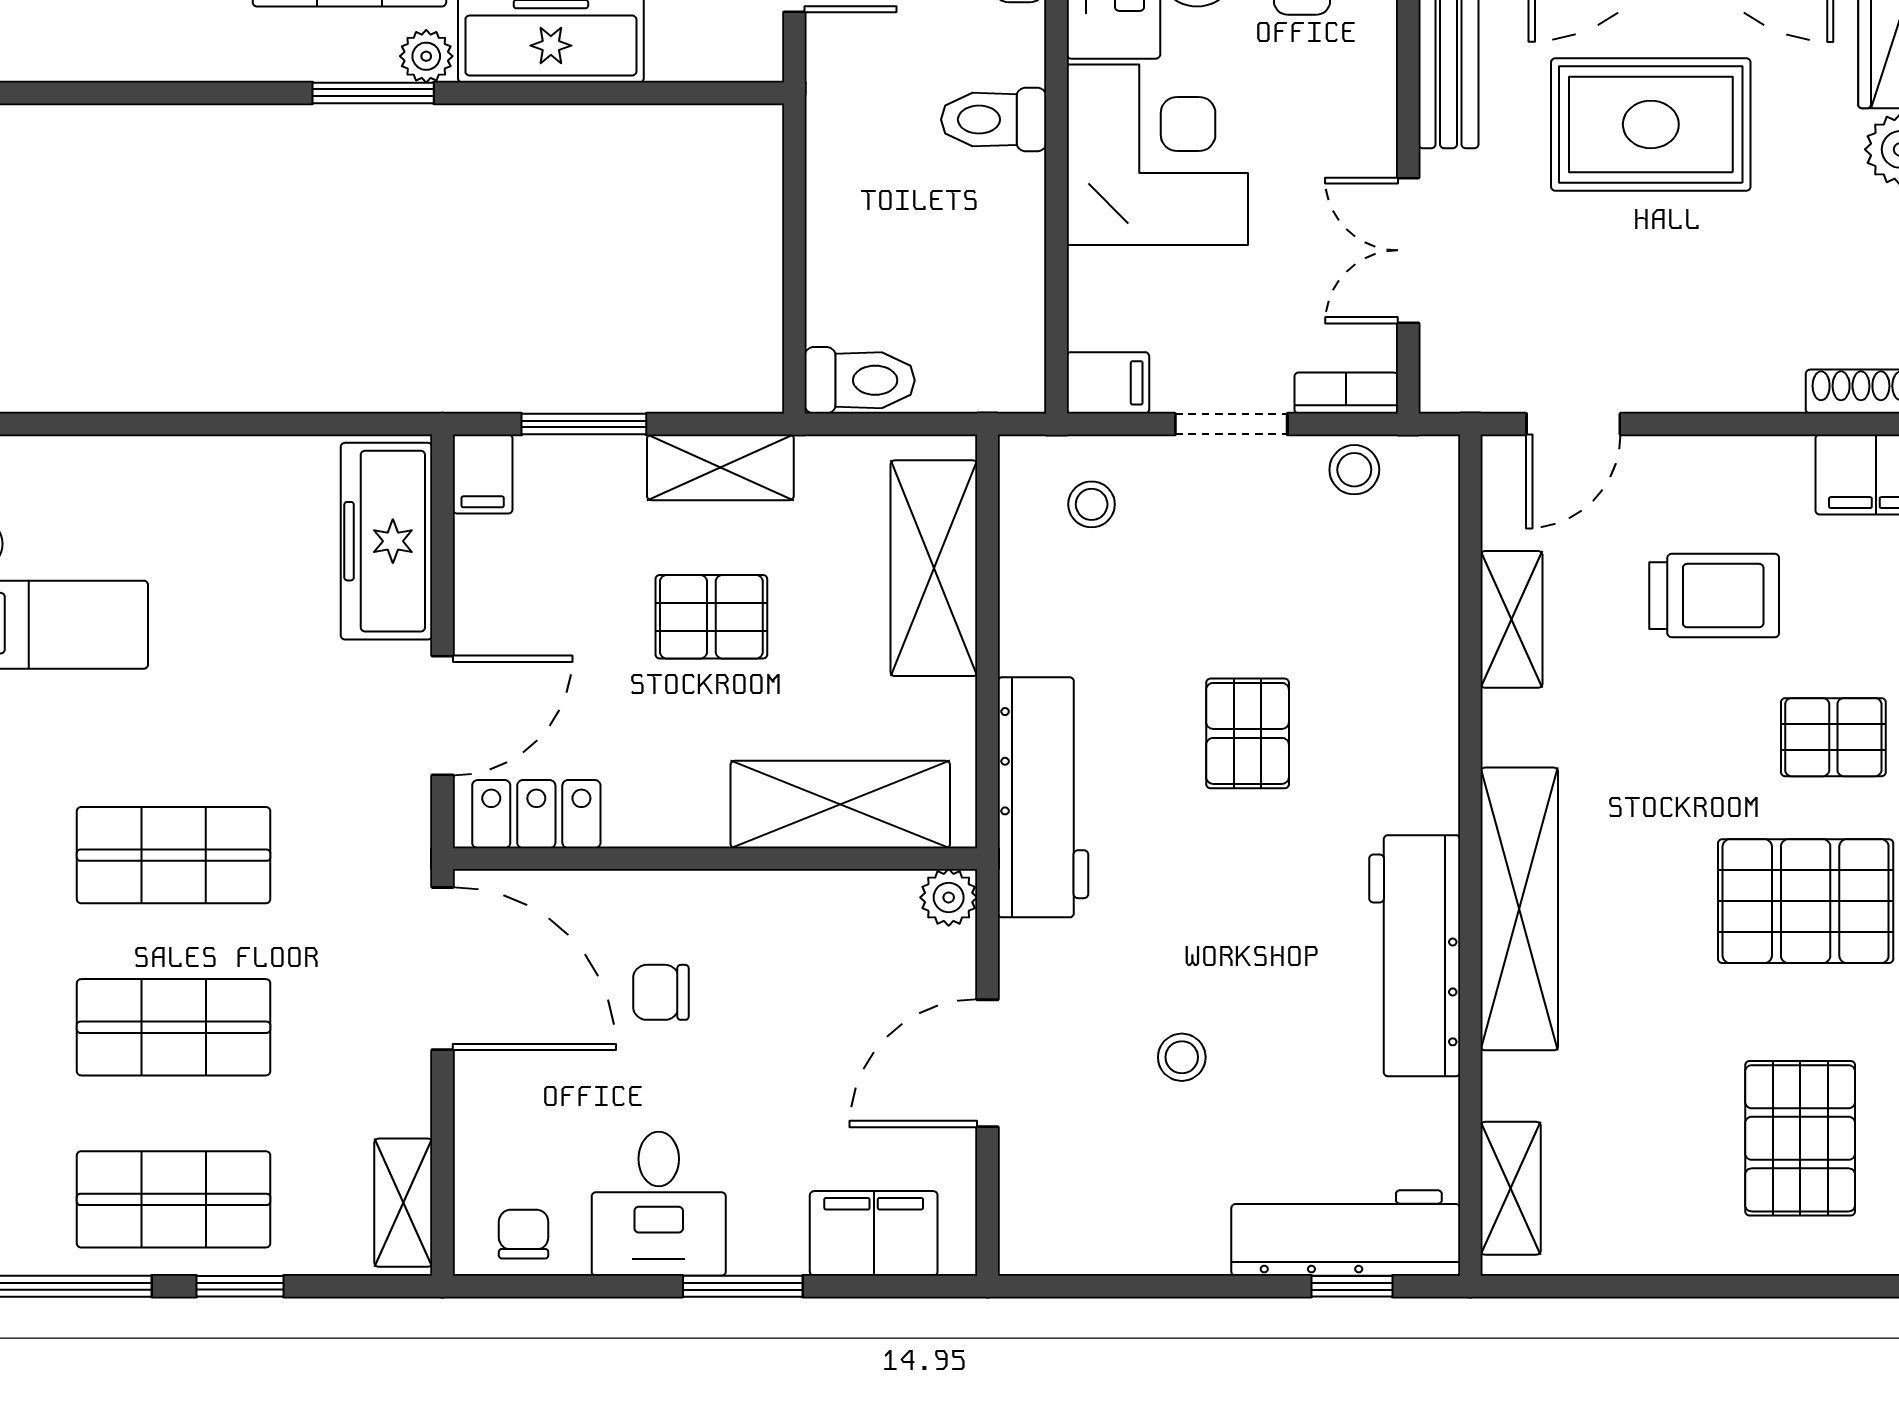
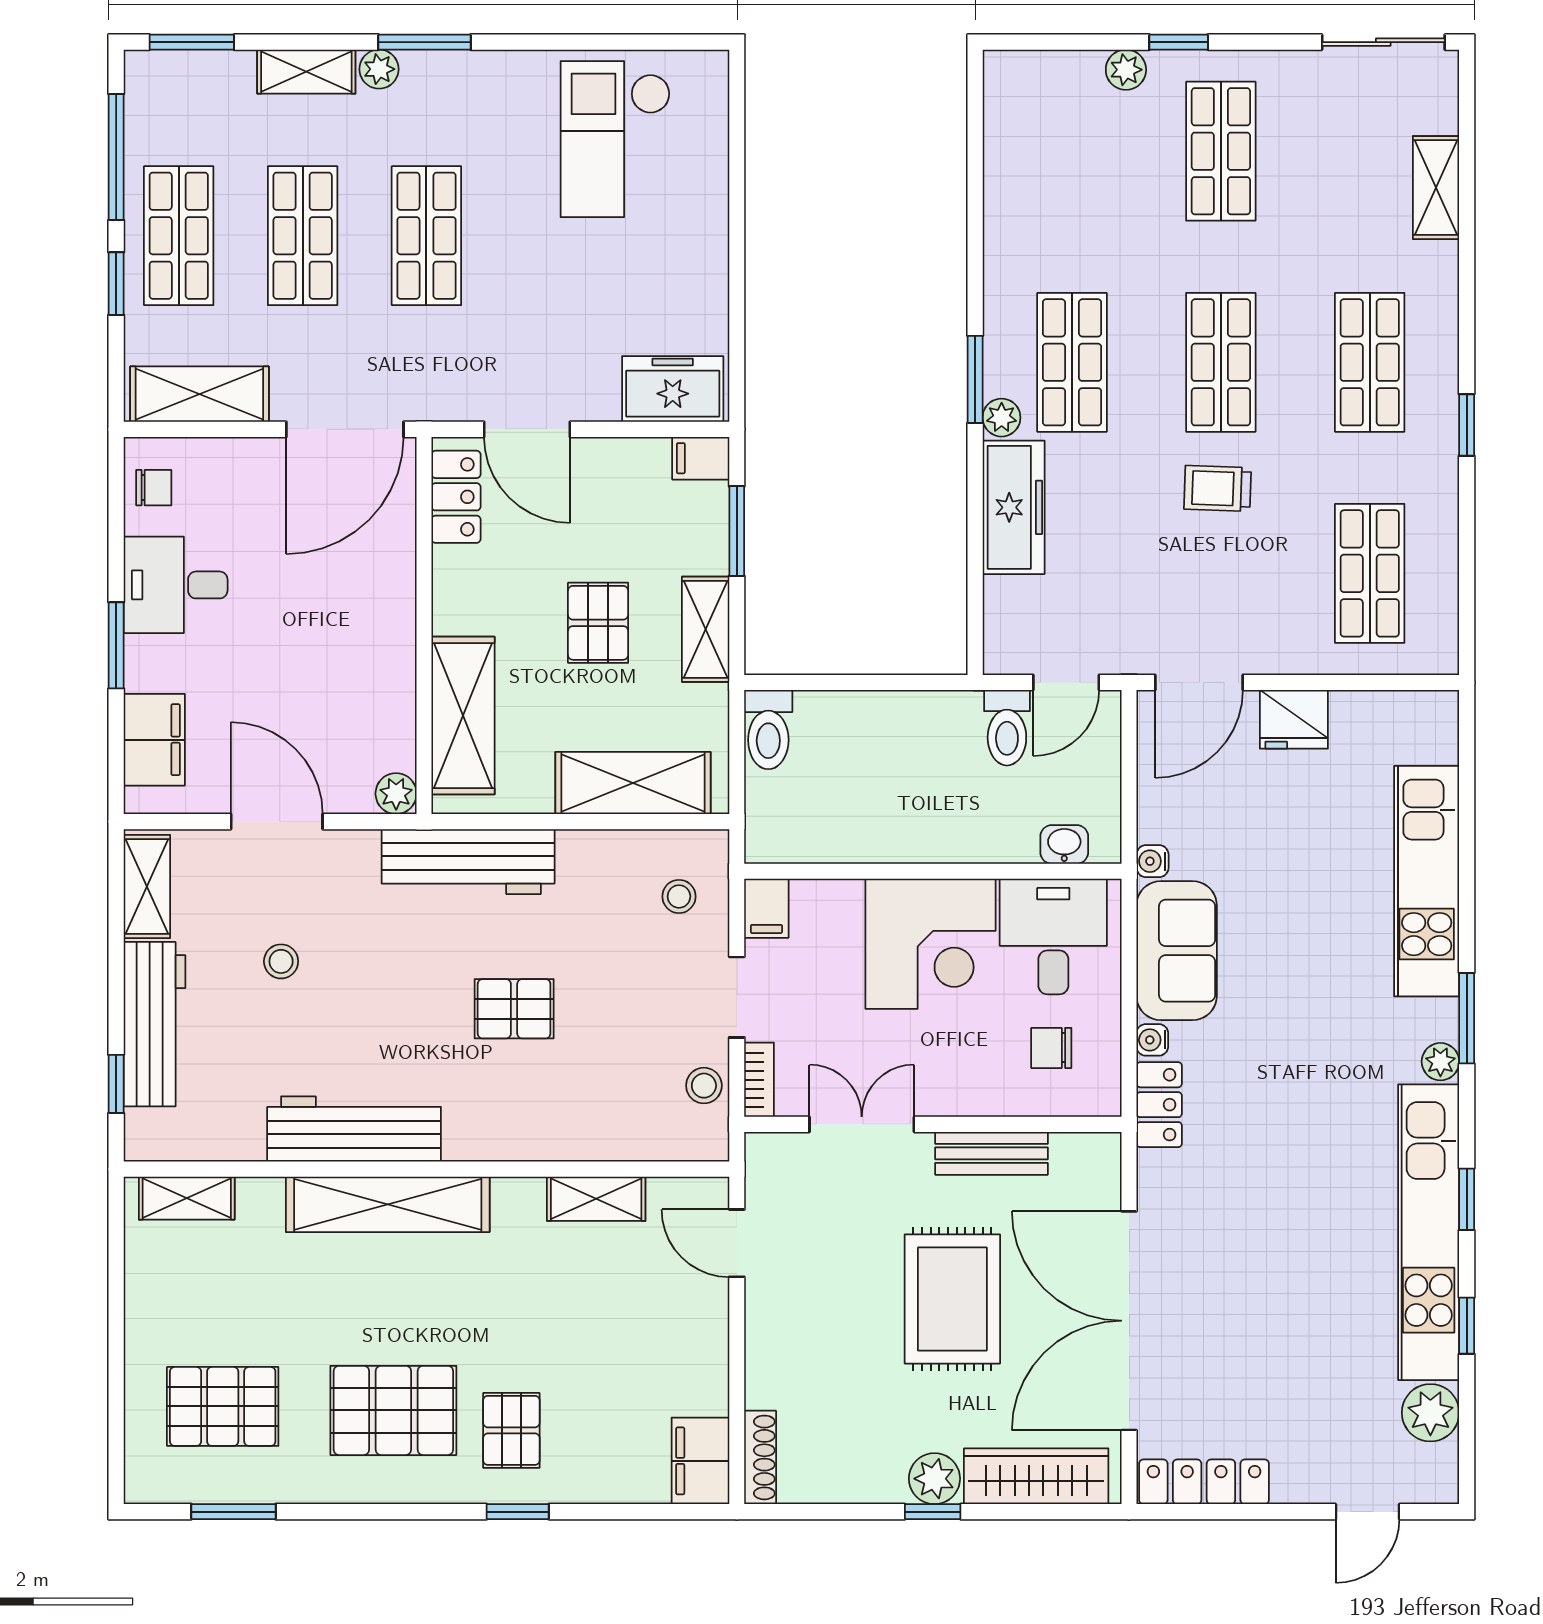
toilet: (994, 120) -> (1007, 728), moved, turned 180
freezer: (387, 541) -> (673, 389), width x0.71
trolley: (1714, 596) -> (613, 1345), removed
pallet: (1806, 901) -> (393, 1410), turned 90
chair: (661, 992) -> (328, 586), removed
shelving: (403, 1203) -> (199, 394), width x1.50, depth x1.33
workbench: (1346, 1233) -> (155, 1024), moved
shelving: (1078, 1244) -> (147, 886), added

